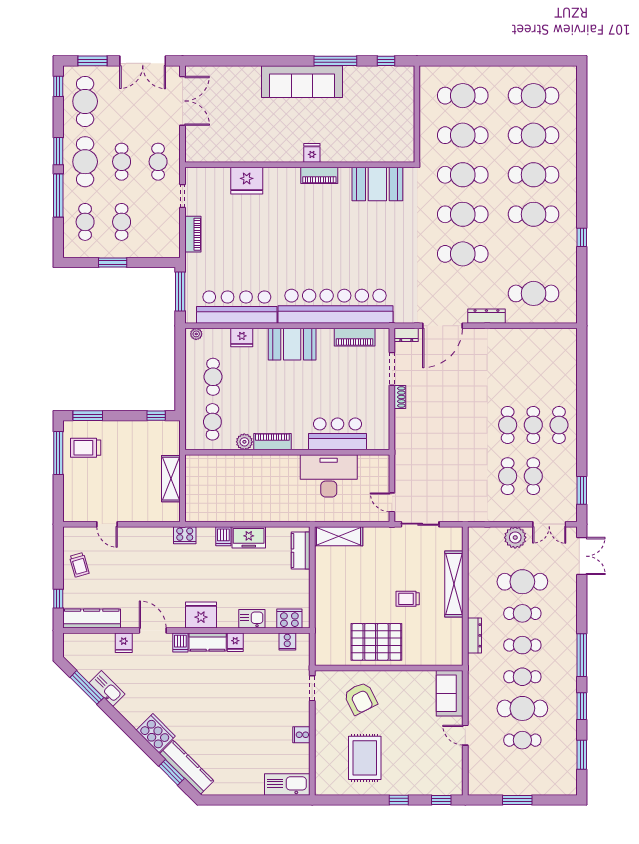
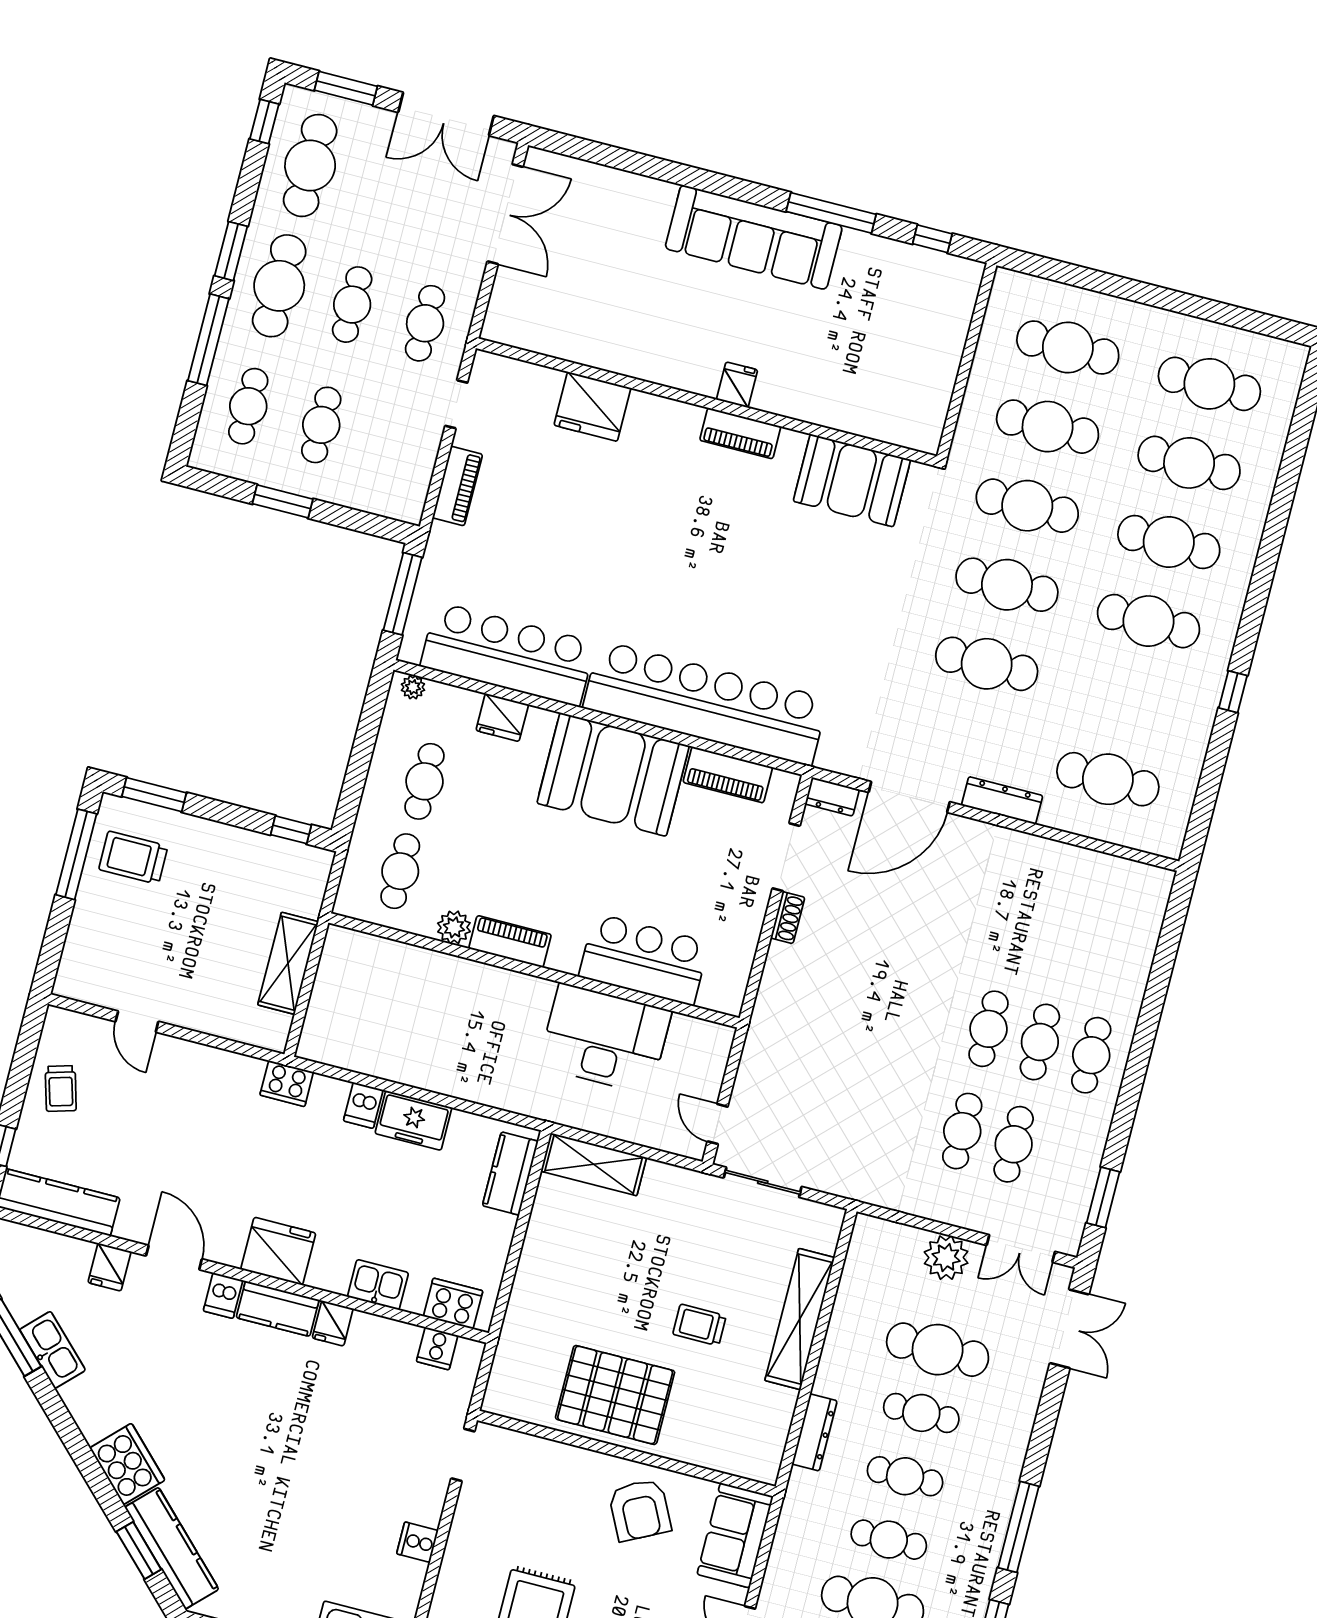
booth: (292, 344) -> (613, 774), width x1.36, depth x1.42
armchair: (360, 698) -> (640, 1510), moved

